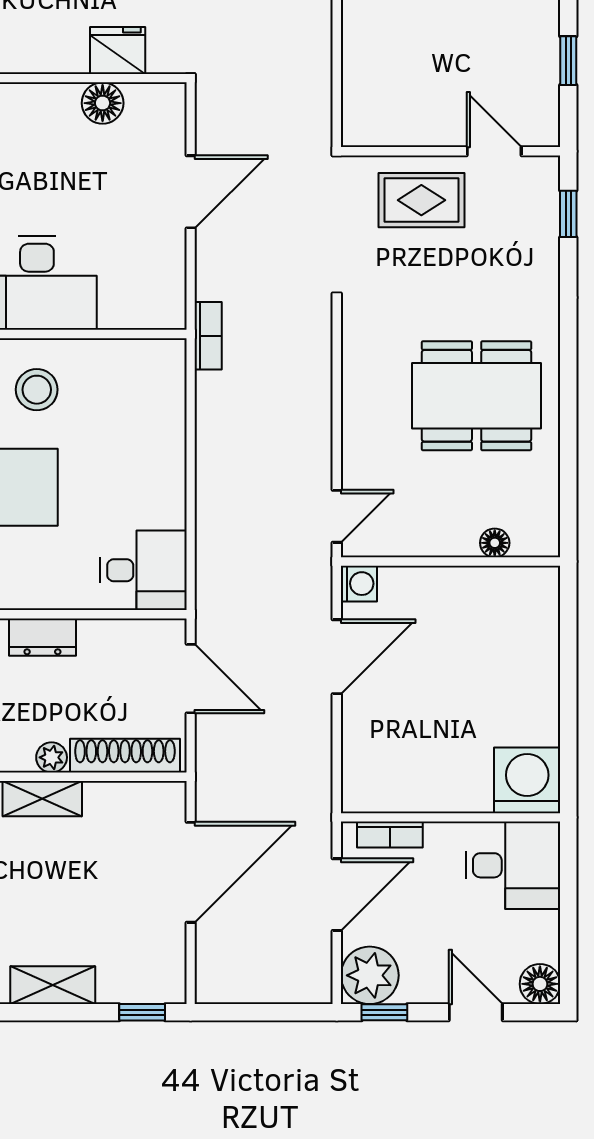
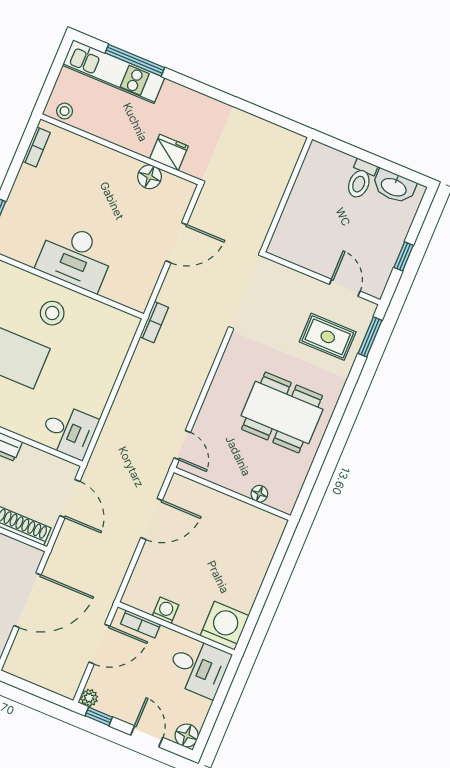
rug: (421, 200) -> (328, 337), moved
window: (568, 214) -> (370, 337), width x1.50
door: (337, 516) -> (182, 445), hinge flipped
washing machine: (359, 584) -> (166, 610), moved, turned -90
plant: (370, 975) -> (89, 698), width x0.53, depth x0.53

